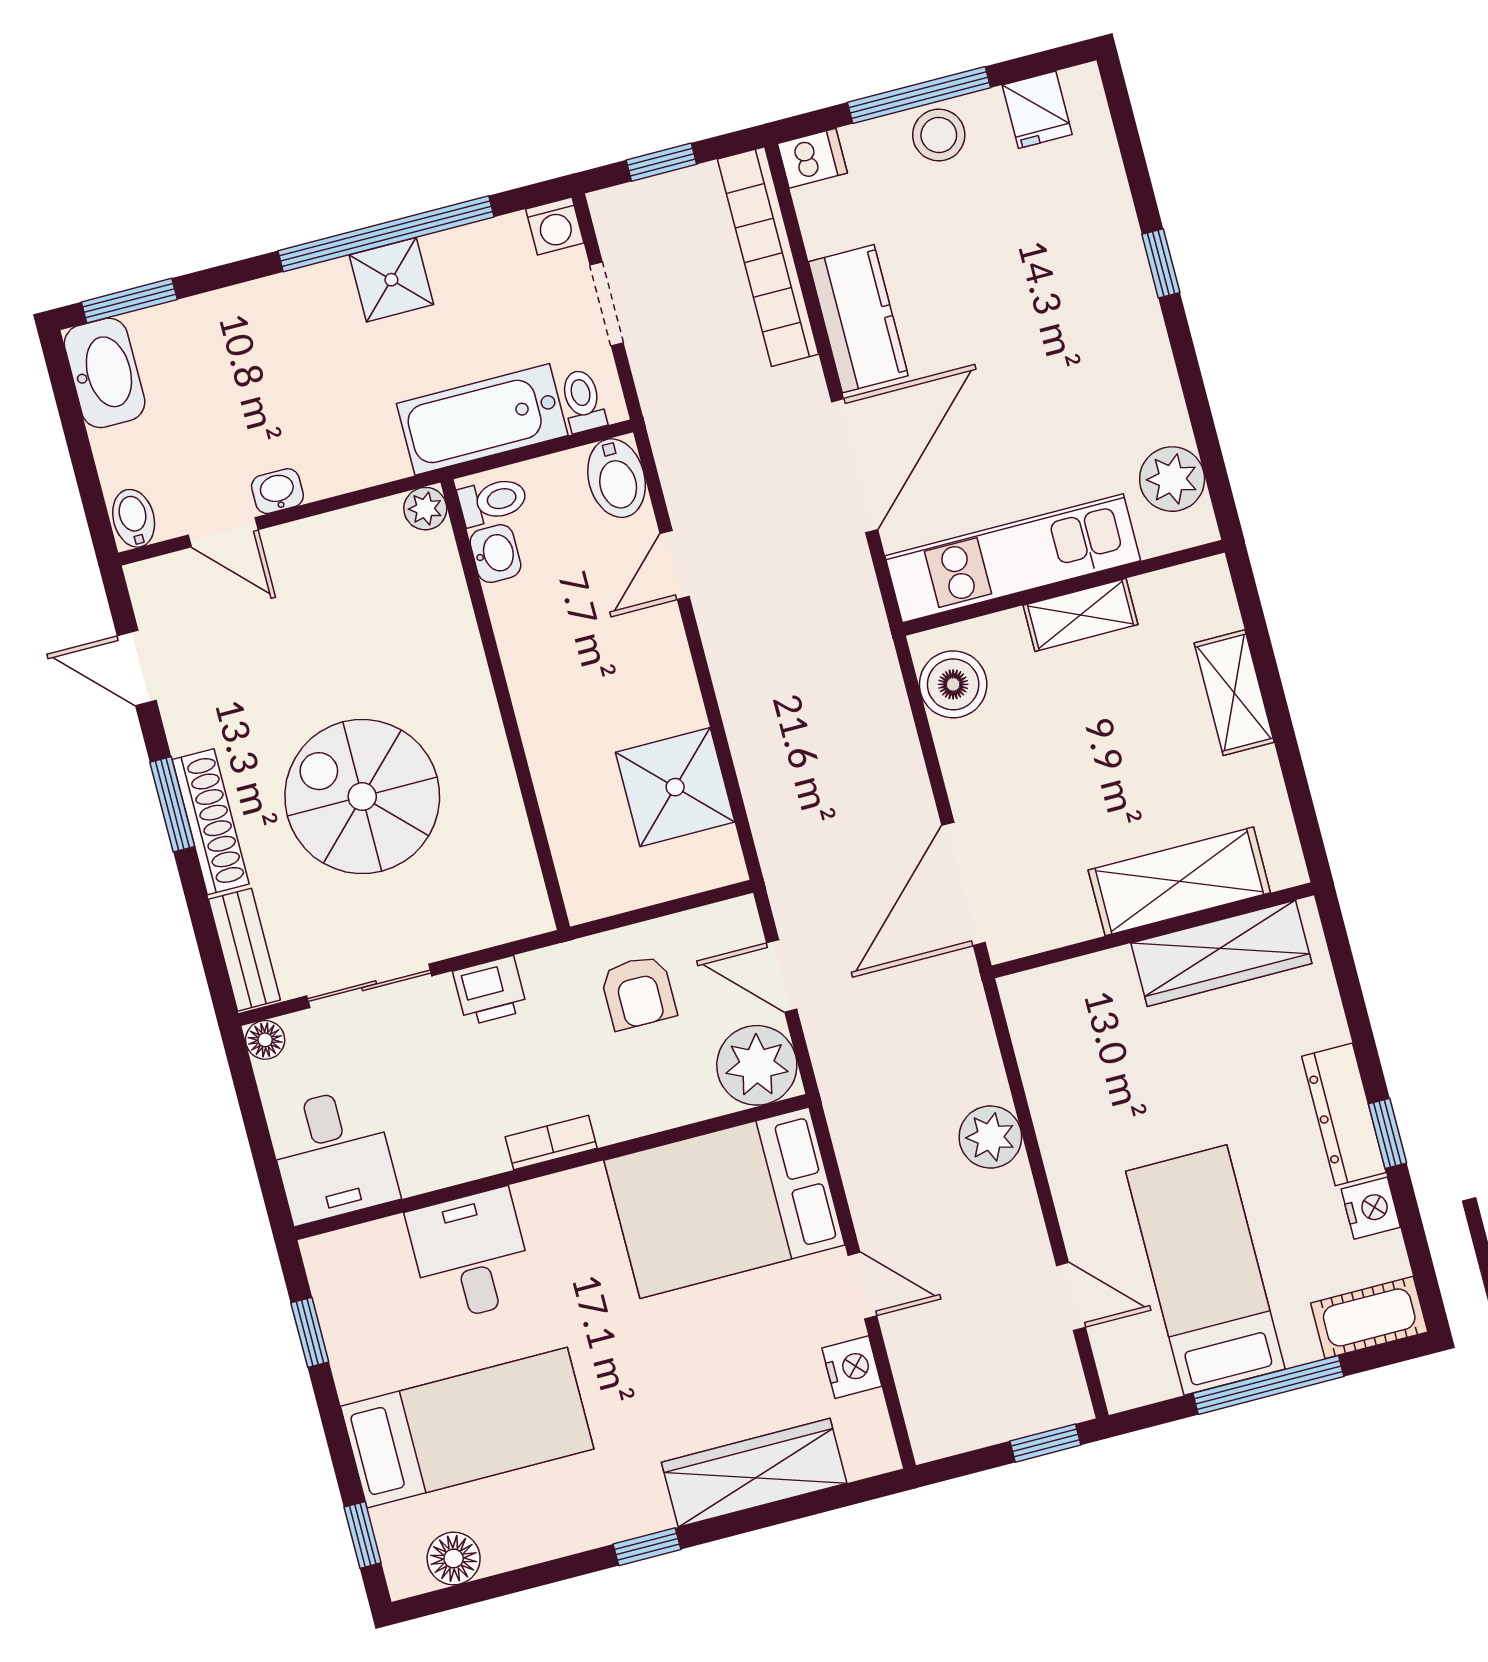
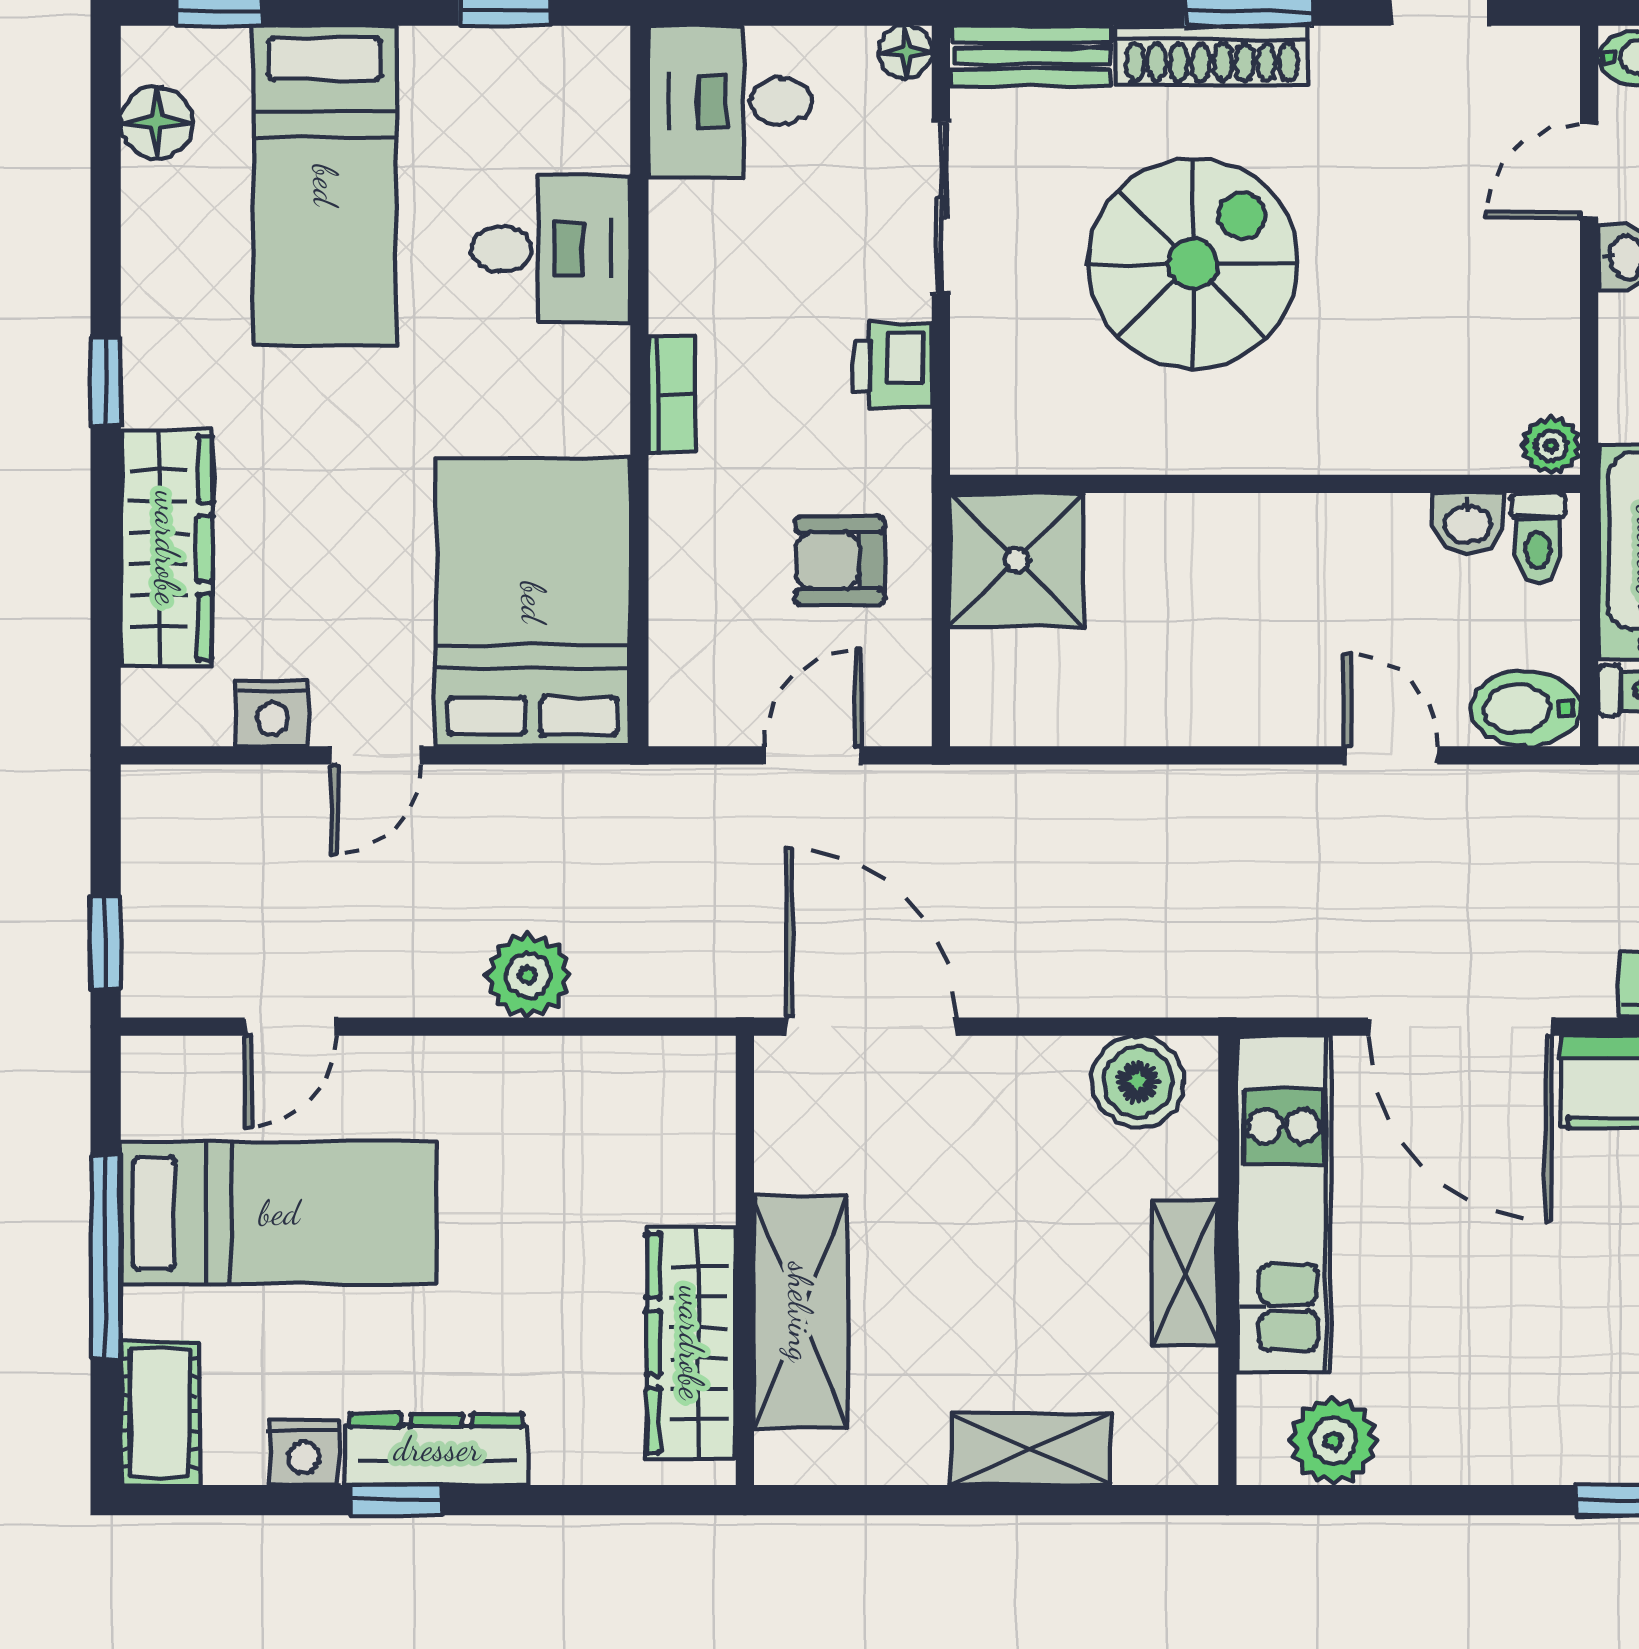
shower: (675, 787) -> (1017, 560), moved
plant: (757, 1065) -> (703, 692), removed

